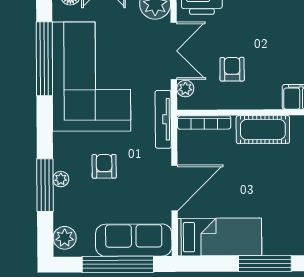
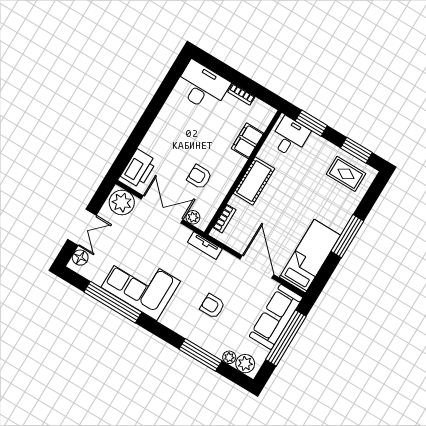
corner sofa: (91, 77) -> (141, 284), width x0.73, depth x0.74
tv unit: (163, 119) -> (205, 246), width x0.71
bookcase: (204, 122) -> (224, 219), width x0.64
plant: (61, 179) -> (229, 357), moved

